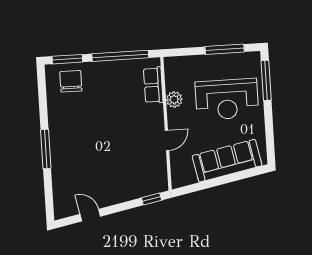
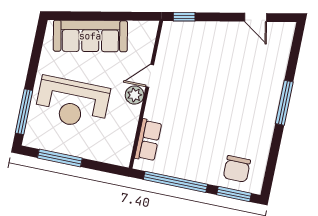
plant: (174, 99) -> (135, 95), moved
reception desk: (227, 99) -> (72, 103), turned 180

